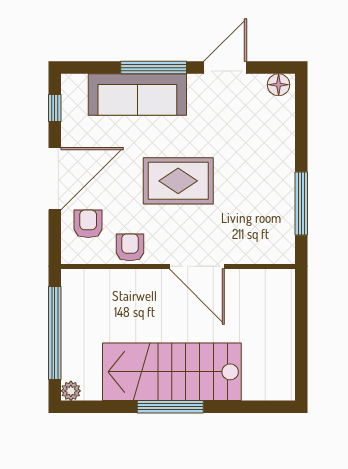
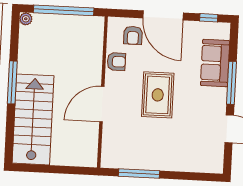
floor lamp: (279, 85) -> (216, 163), removed
sofa: (137, 95) -> (215, 63), width x0.73
armchair: (88, 224) -> (133, 35), turned 90
stairs: (172, 372) -> (33, 119), moved

